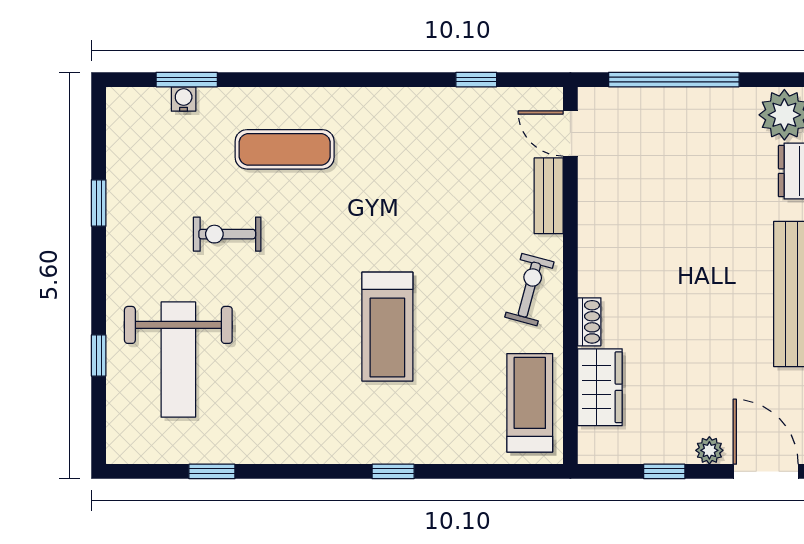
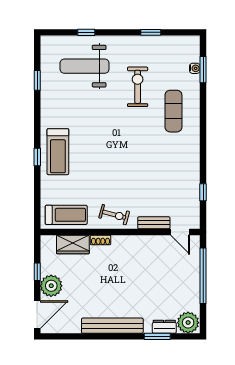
door: (570, 133) -> (180, 232), swing flipped
exercise bike: (227, 234) -> (138, 87), width x1.38, depth x1.39
treadmill: (387, 327) -> (58, 152), moved, turned -90
plant: (709, 450) -> (51, 286), width x1.88, depth x1.88

